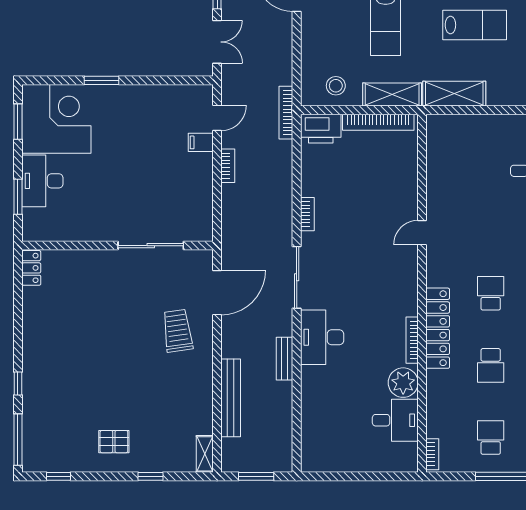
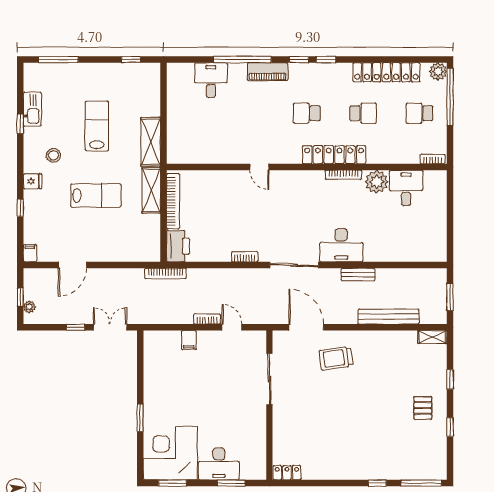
stool: (336, 86) -> (144, 234), removed
door: (217, 118) -> (232, 327), moved
window: (59, 476) -> (450, 427), moved

